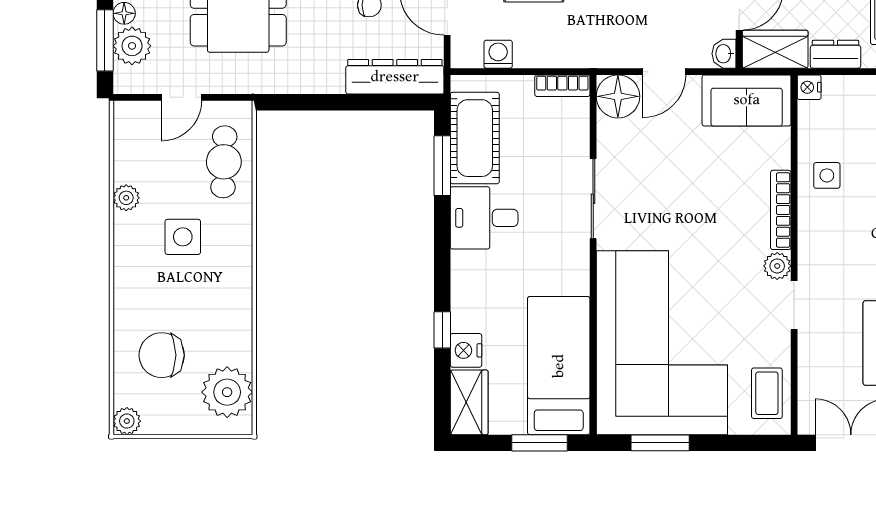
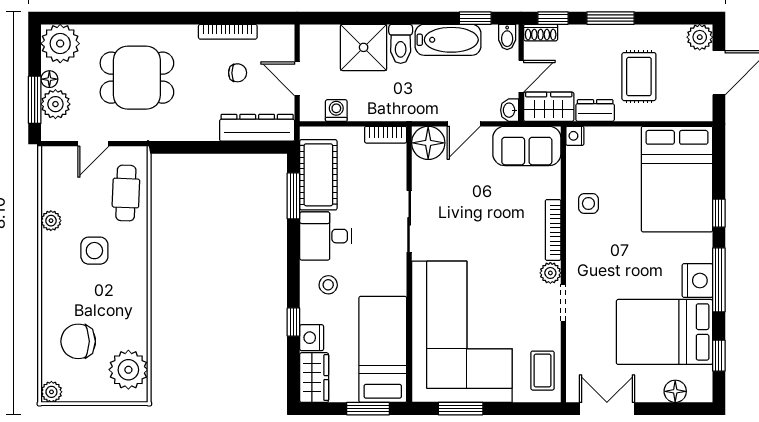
stool: (488, 281) -> (328, 285), added

